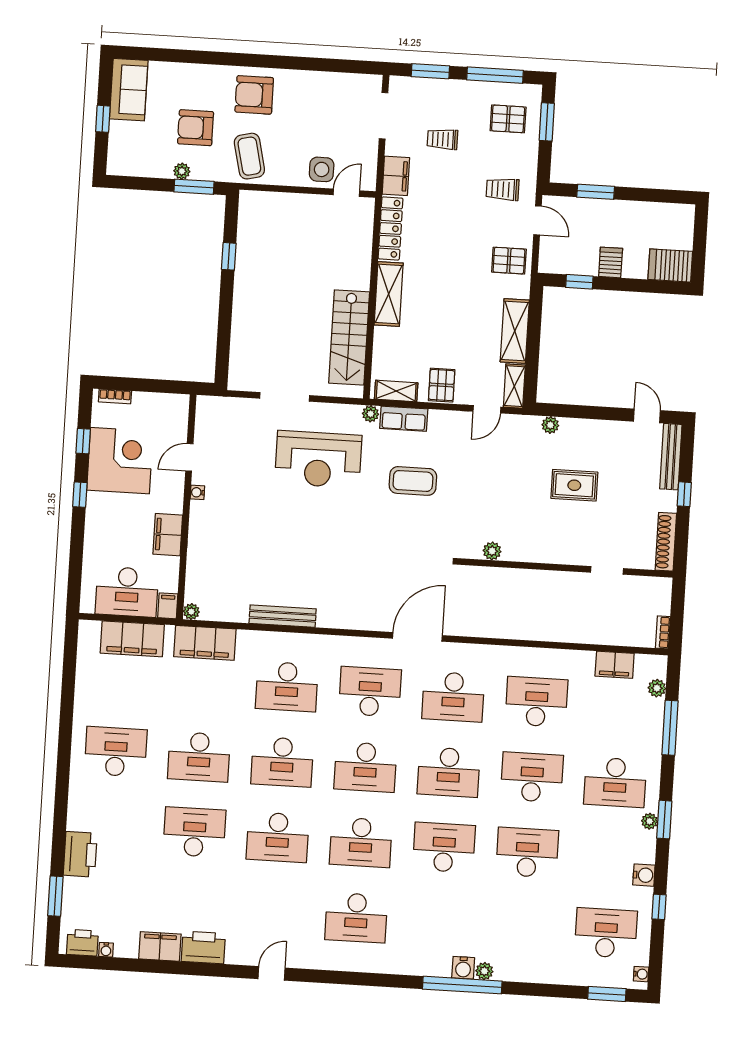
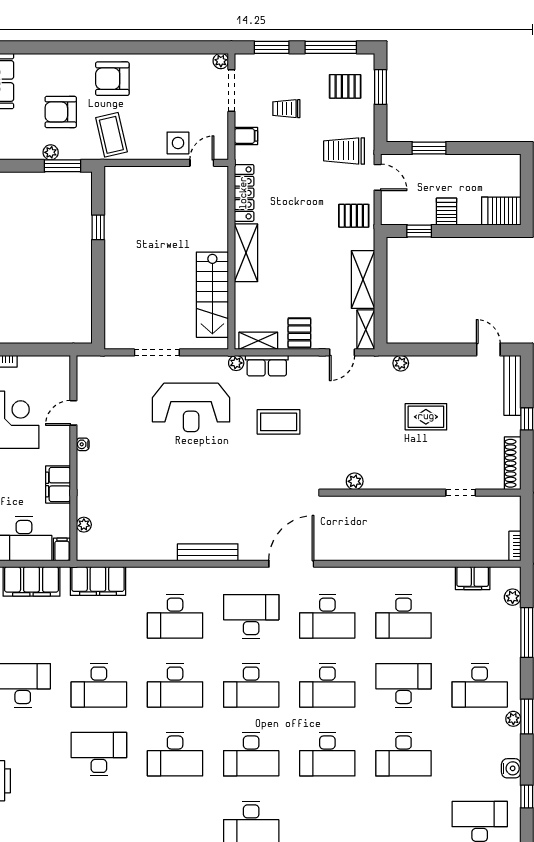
plant: (374, 83) -> (221, 61), added
filing cabinet: (396, 176) -> (246, 136), width x0.50
trolley: (503, 189) -> (344, 151), width x1.36, depth x1.39
plant: (191, 612) -> (84, 525), moved
bench: (283, 616) -> (208, 552), moved
desk: (536, 702) -> (404, 616), turned 180
desk: (444, 847) -> (327, 754), turned 180
desk: (527, 852) -> (404, 754), turned 180

